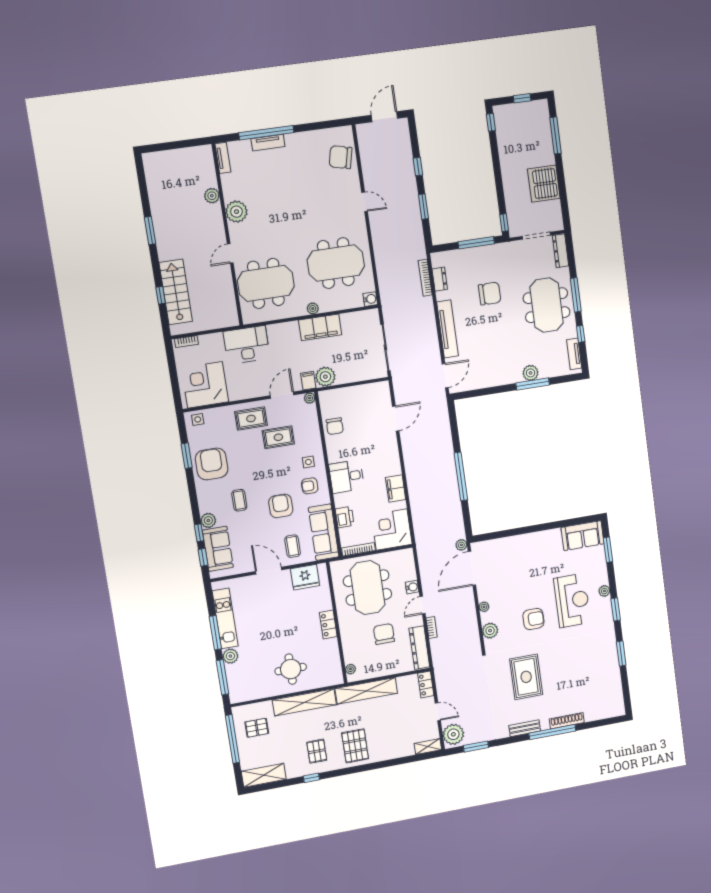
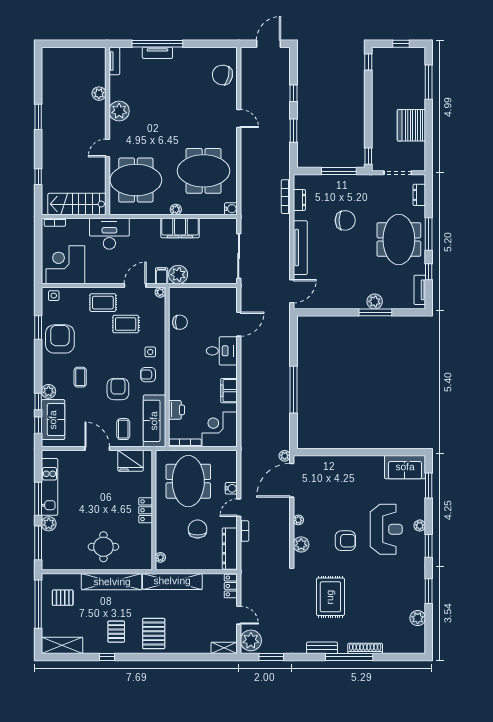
dresser: (560, 251) -> (419, 195), width x0.70
stairs: (176, 292) -> (77, 204), moved, turned -90
chair: (335, 426) -> (180, 322), turned -90
desk: (347, 477) -> (222, 351), moved, turned 180
plant: (614, 682) -> (418, 618), added

